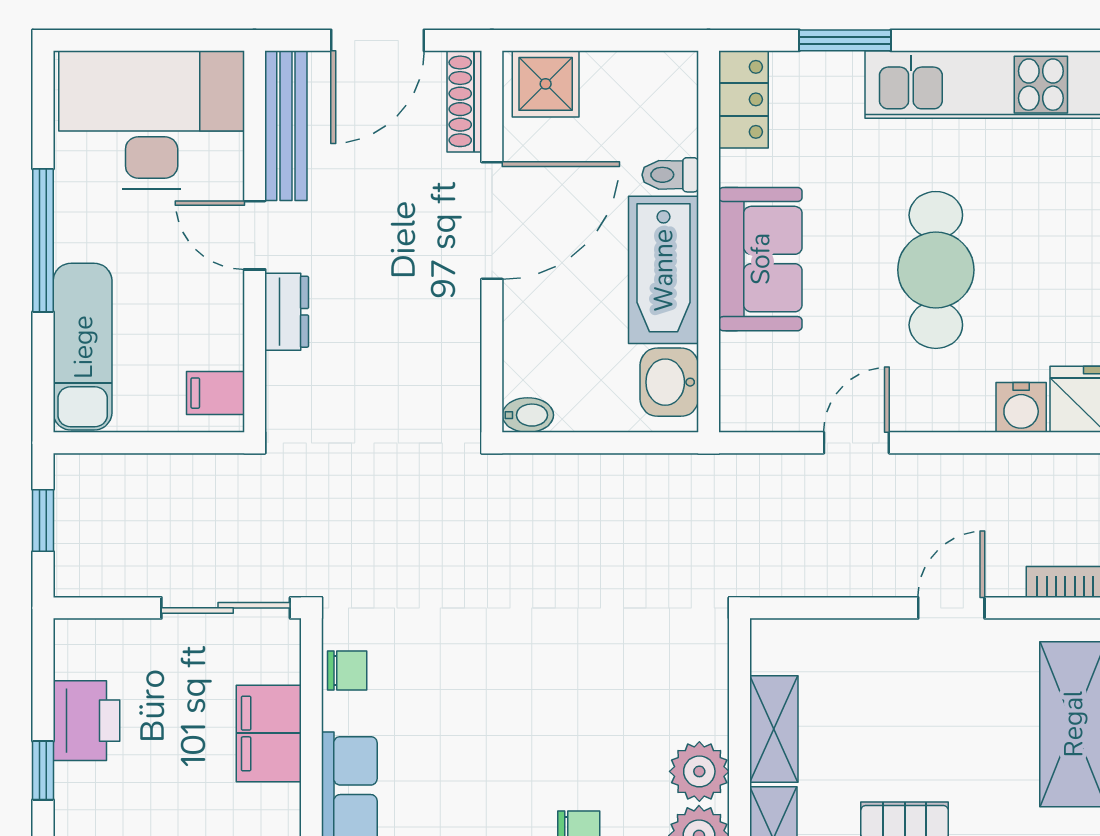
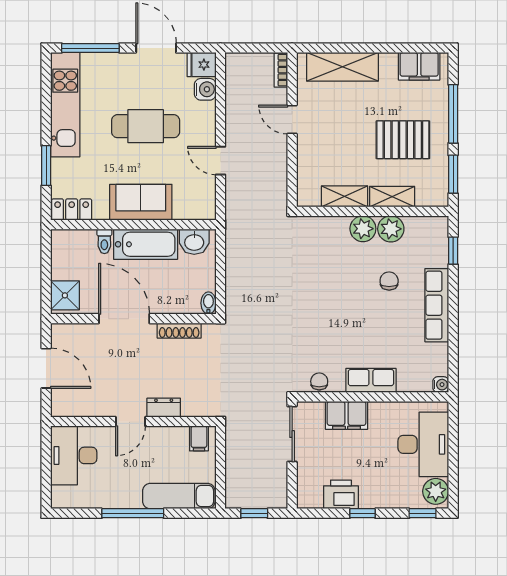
shoe rack: (464, 101) -> (179, 331), moved
desk: (152, 120) -> (74, 455), width x0.73, depth x0.77
bench: (286, 126) -> (83, 408), removed

